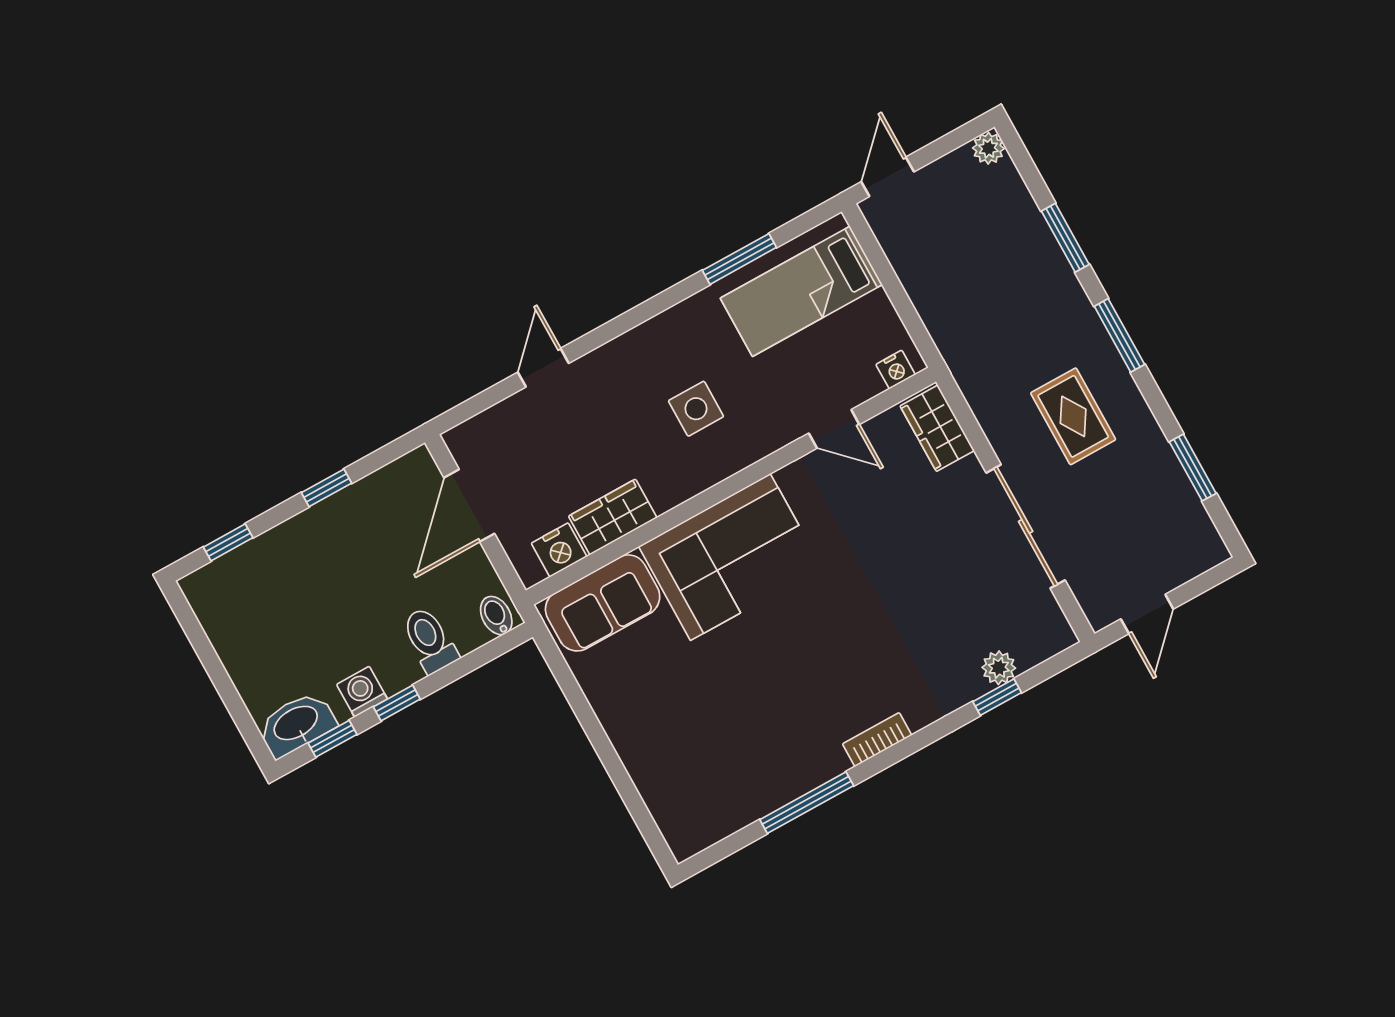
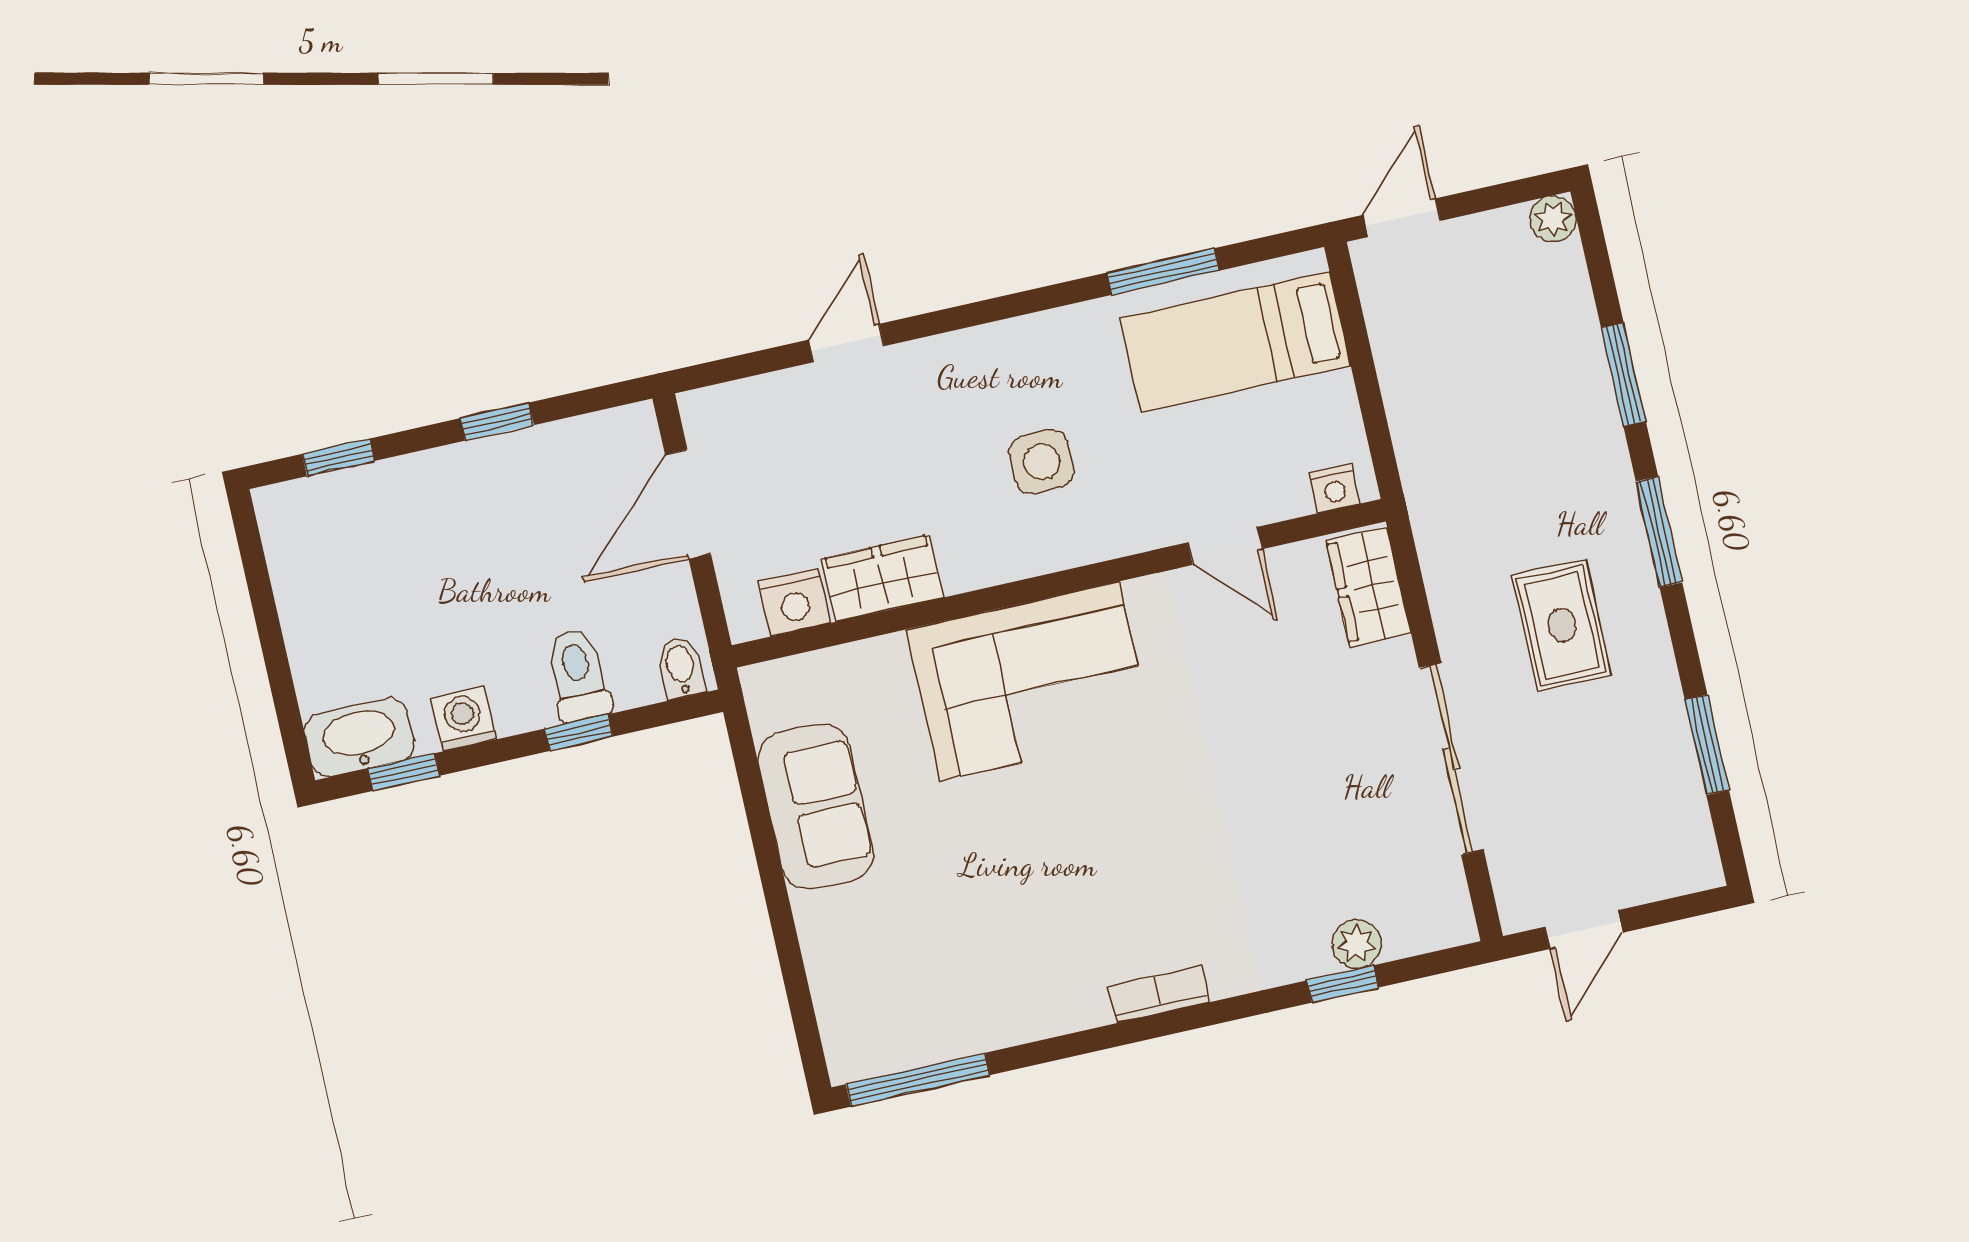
sofa: (603, 603) -> (815, 807), moved, turned -90
window: (397, 703) -> (579, 733), moved
window: (807, 803) -> (918, 1080), moved

